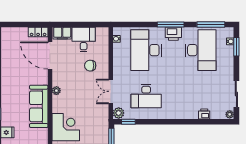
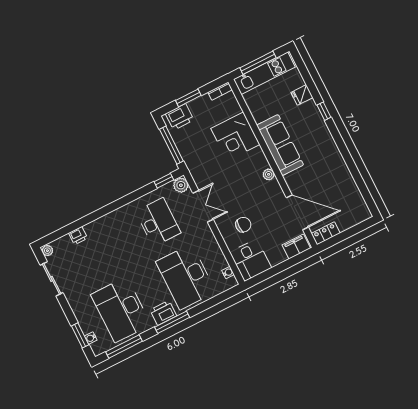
desk: (84, 39) -> (251, 260), moved
desk: (146, 50) -> (186, 277), turned 180
desk: (146, 96) -> (158, 222), turned 90

